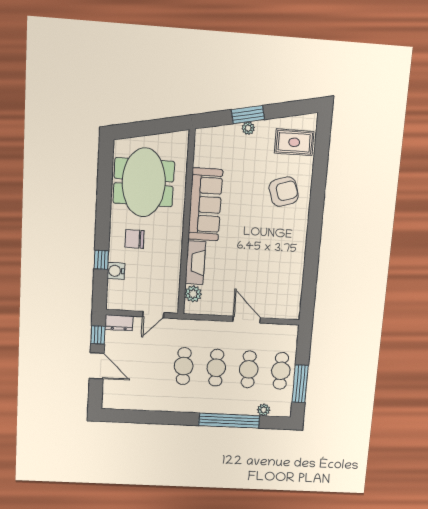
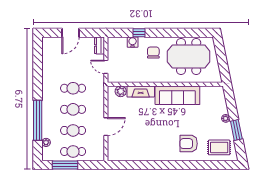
window: (248, 115) -> (236, 130), moved
rug: (294, 142) -> (219, 147), turned 90
armchair: (284, 192) -> (189, 144), turned 108
window: (98, 335) -> (91, 33), removed

